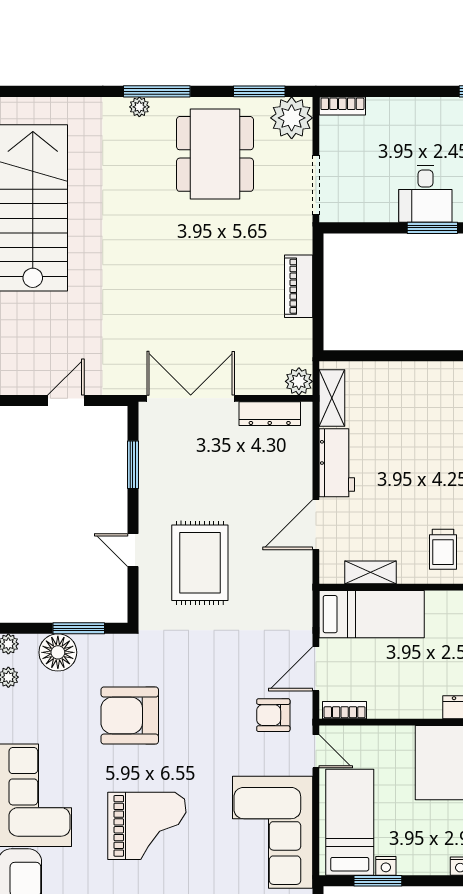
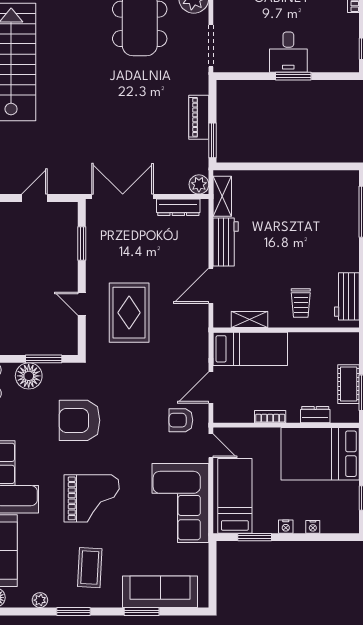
window: (318, 319) -> (212, 140), added
bookcase: (345, 710) -> (270, 417), moved
nightstand: (386, 866) -> (286, 527), moved

